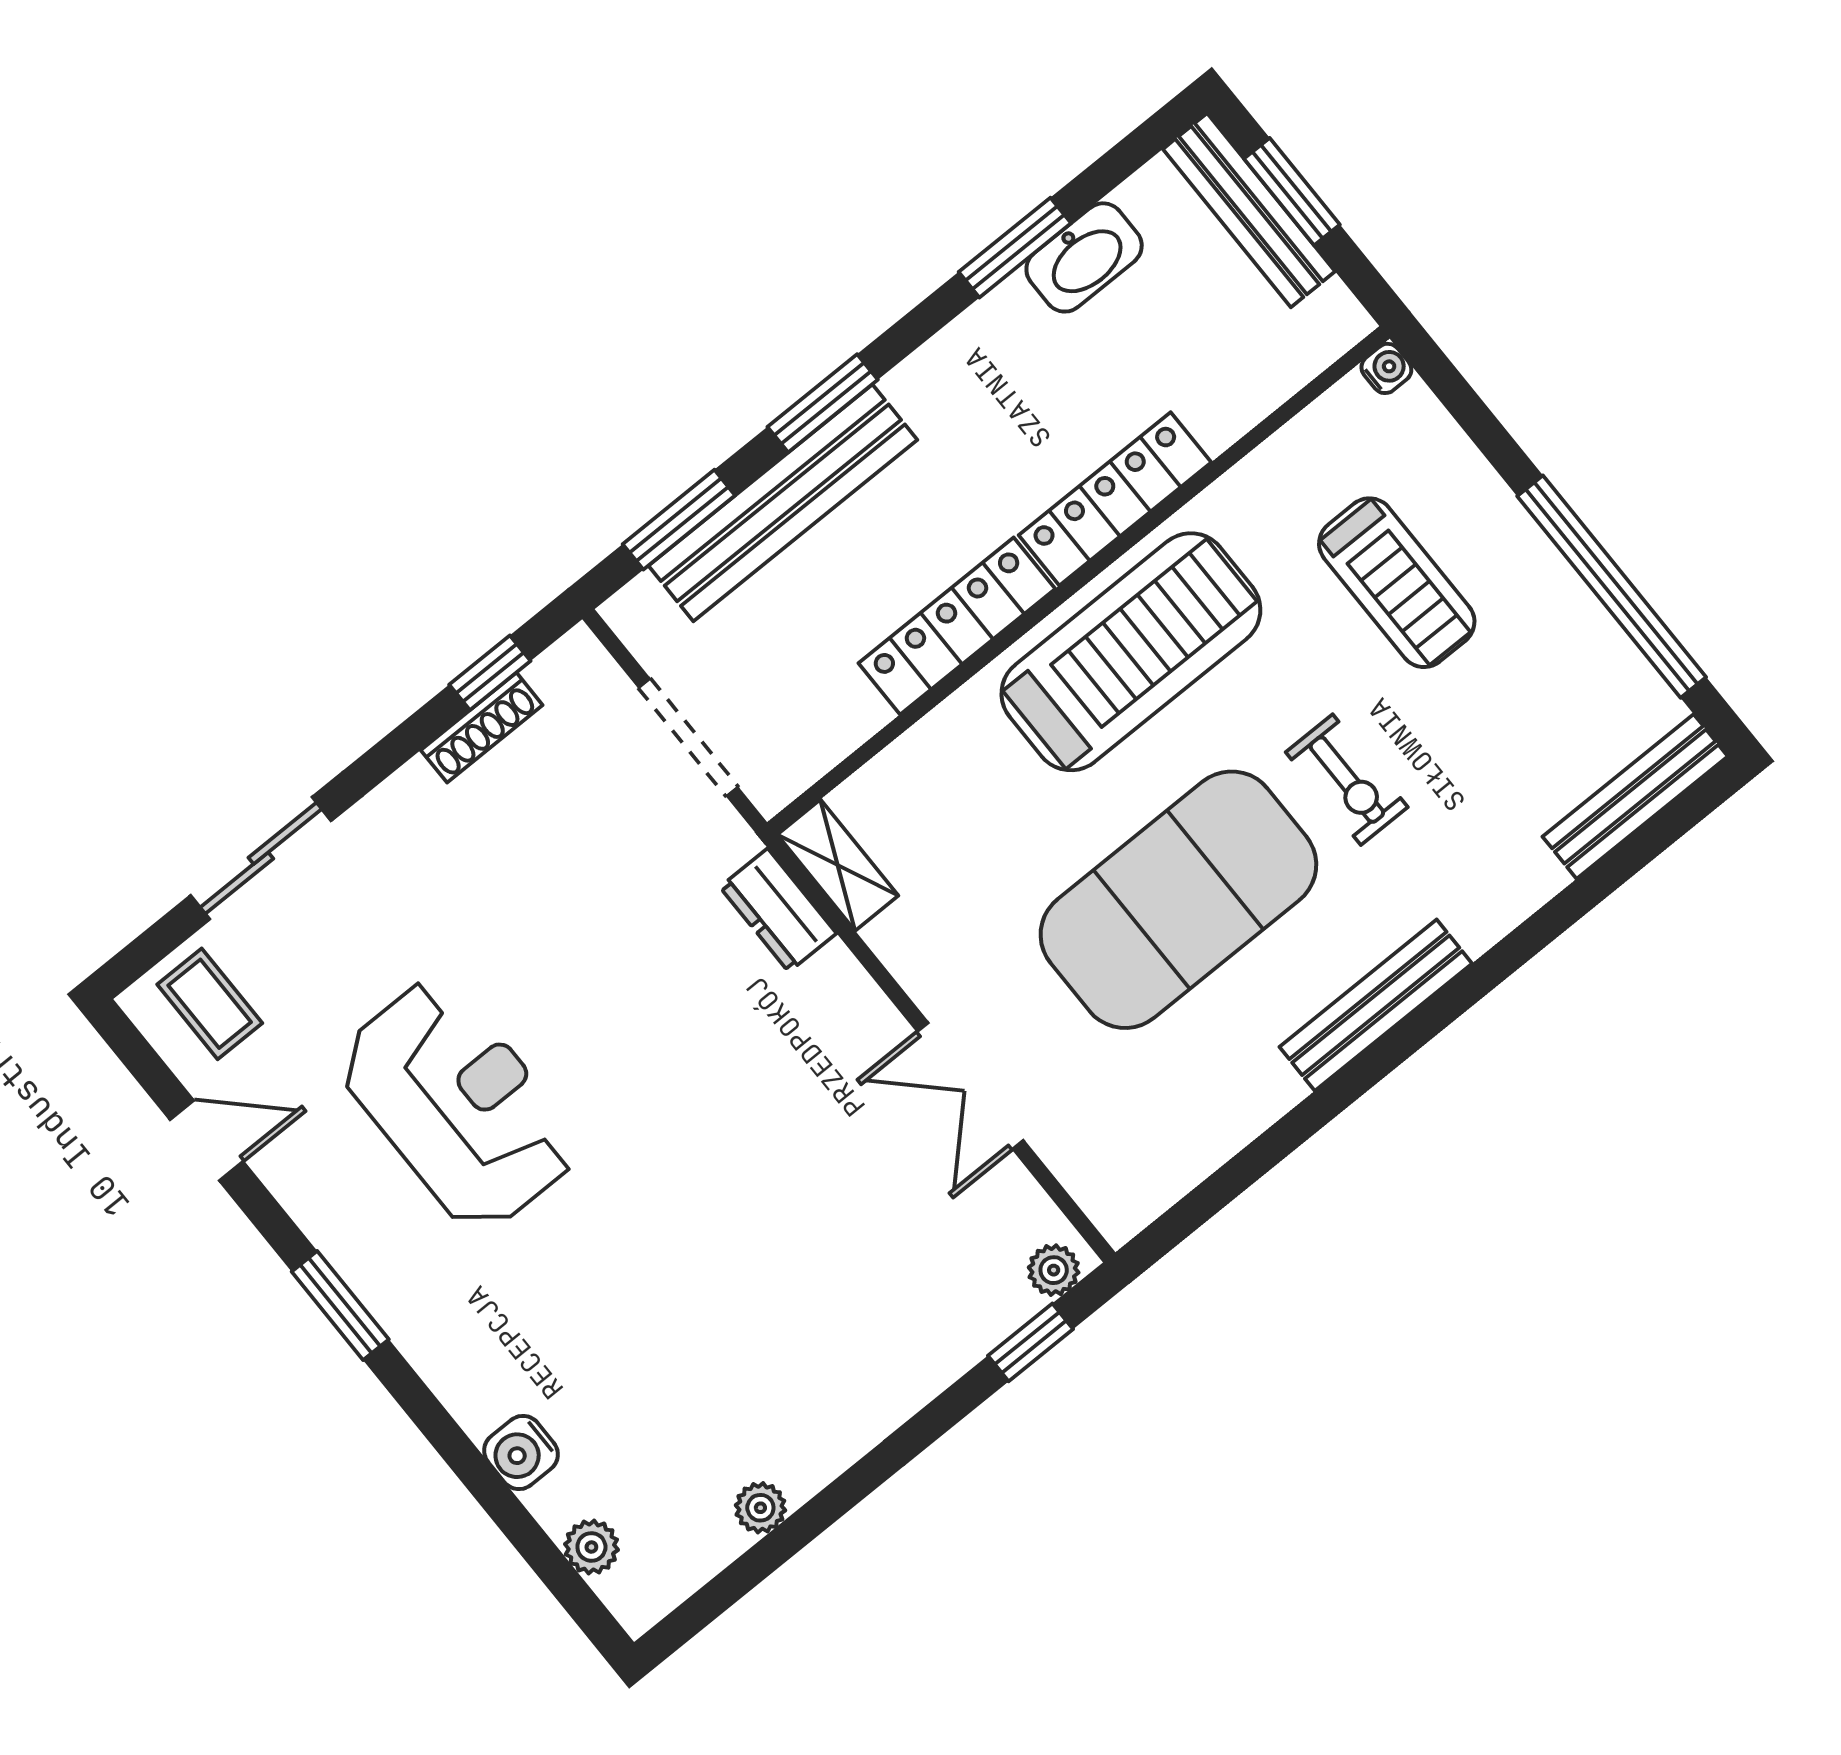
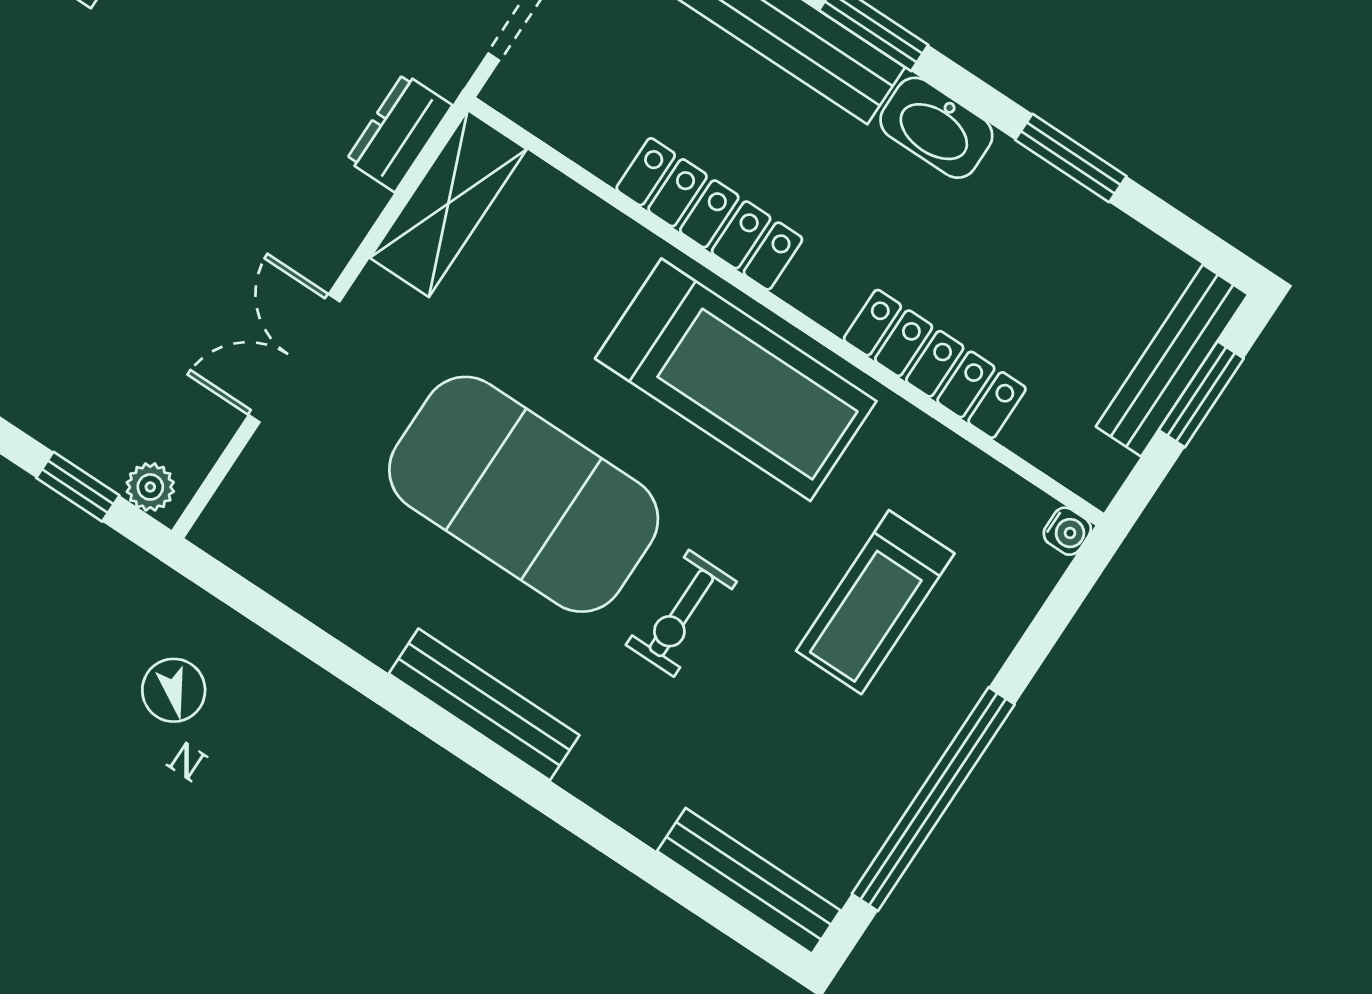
washbasin: (1084, 257) -> (936, 128), moved
locker: (1115, 499) -> (935, 364), moved
shelving: (838, 865) -> (448, 204), width x1.50, depth x1.33

